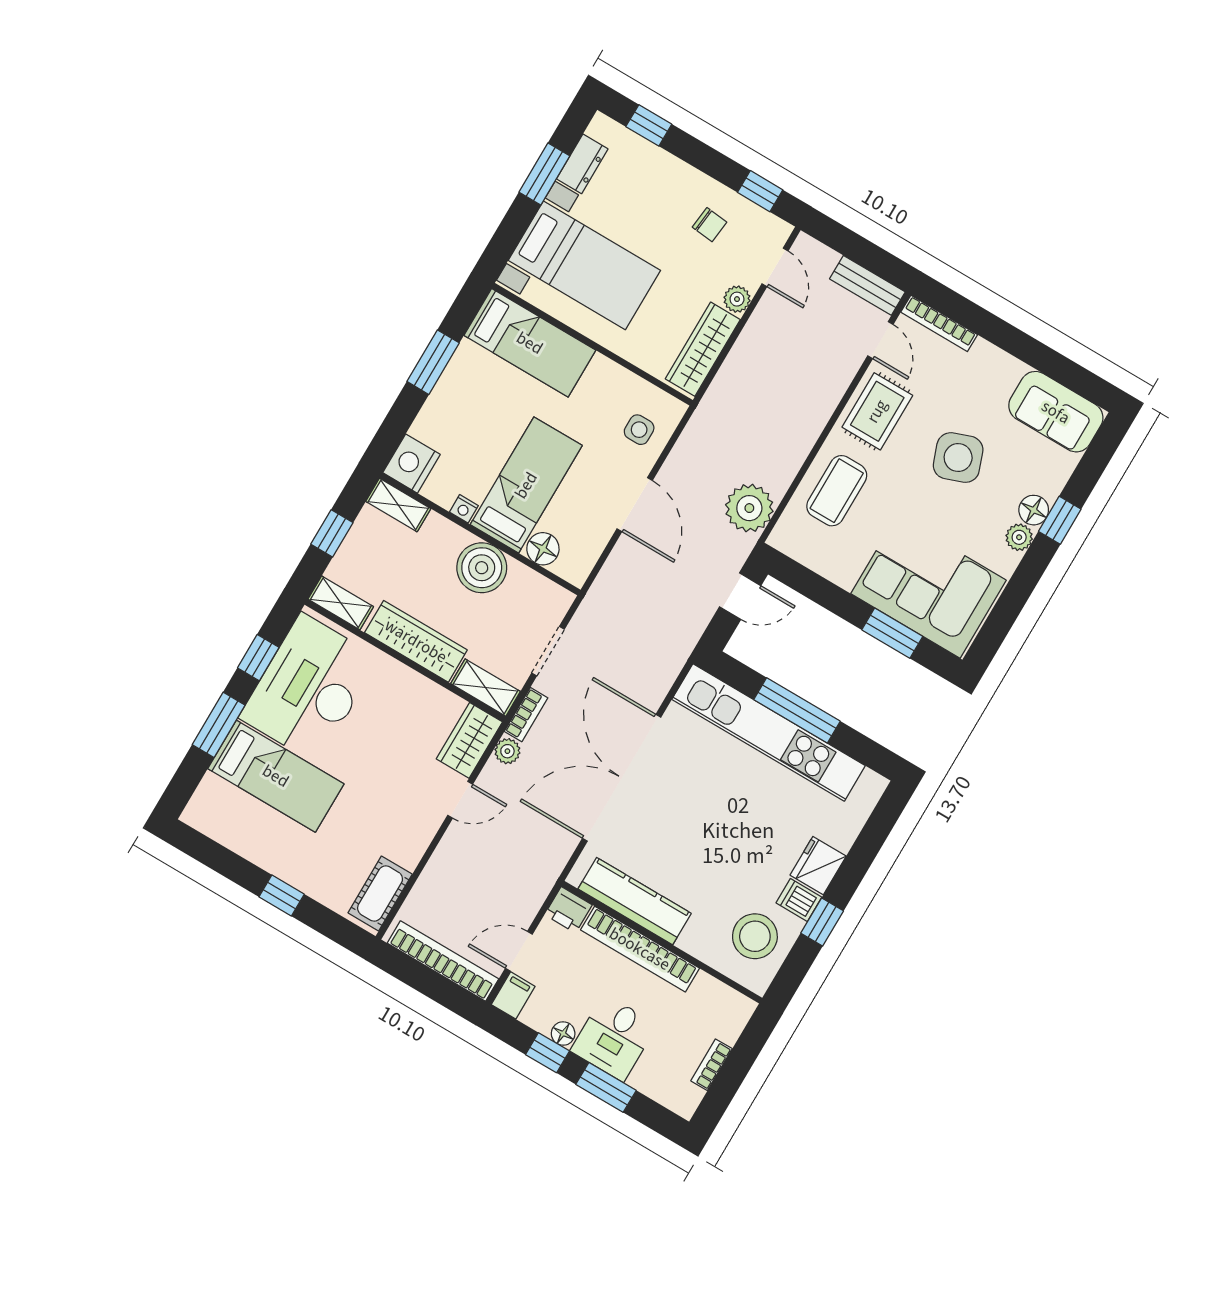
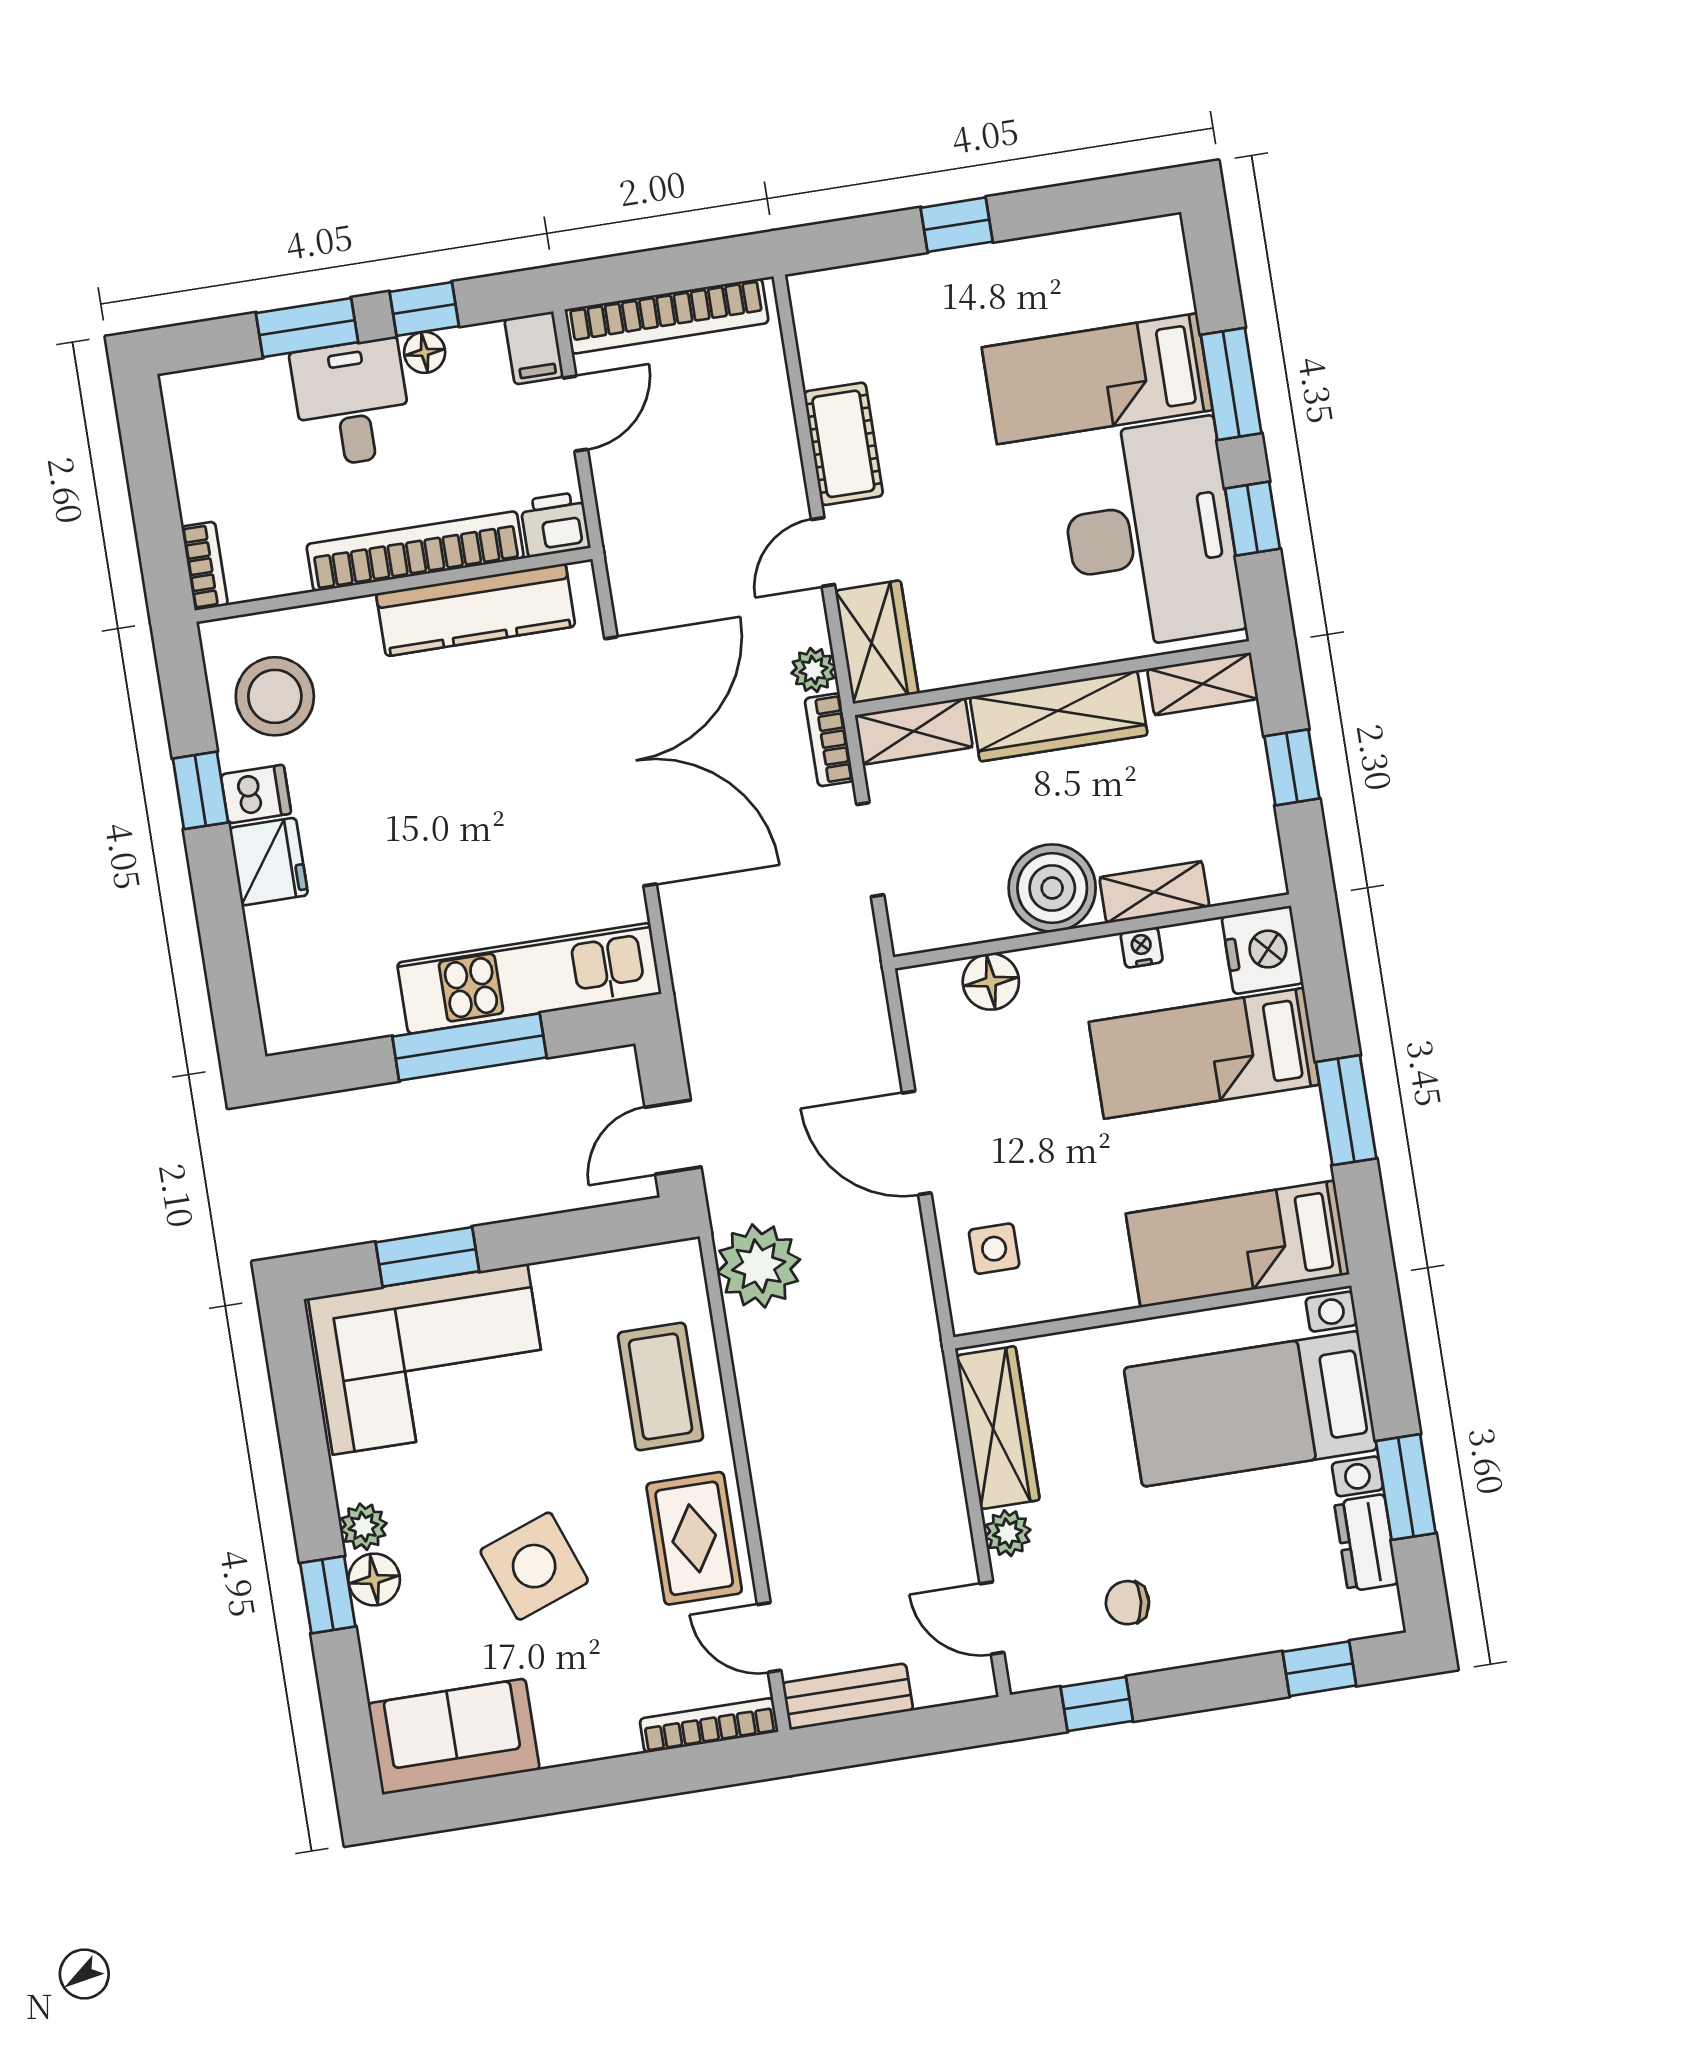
bed: (526, 485) -> (1204, 1053), moved, turned 90
shelving: (398, 505) -> (1154, 892), moved
kitchen unit: (769, 732) -> (529, 978), width x0.73
cot: (380, 894) -> (843, 444), moved
bookcase: (711, 1065) -> (205, 566), moved

